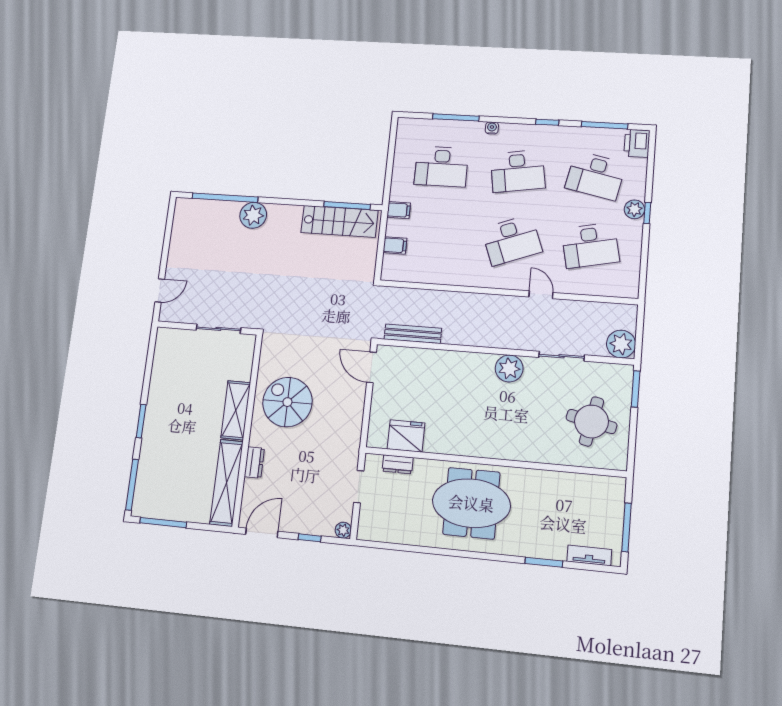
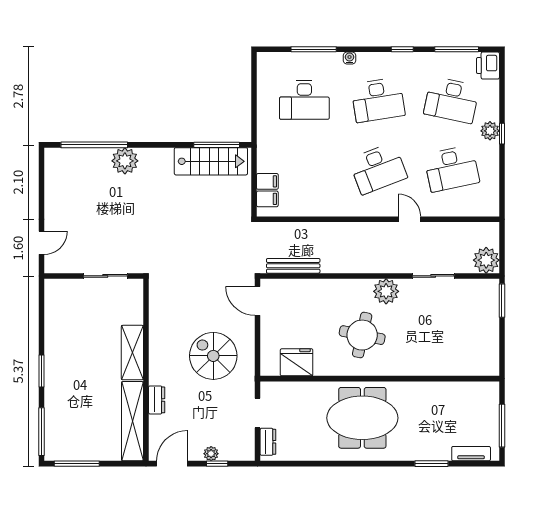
filing cabinet: (399, 210) -> (267, 199), moved
spiral stairs: (287, 402) -> (213, 356), moved
round table: (591, 421) -> (362, 335), moved
dresser: (398, 464) -> (268, 442), moved, turned -90
plant: (343, 530) -> (211, 454), moved

